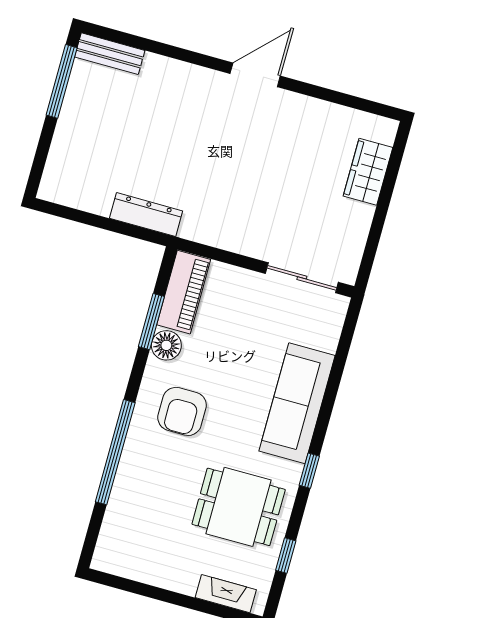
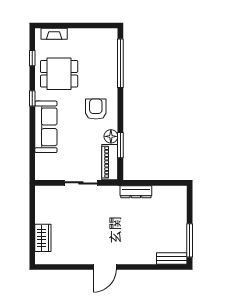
sliding door: (302, 278) -> (81, 183), moved
window: (115, 452) -> (120, 63), moved

